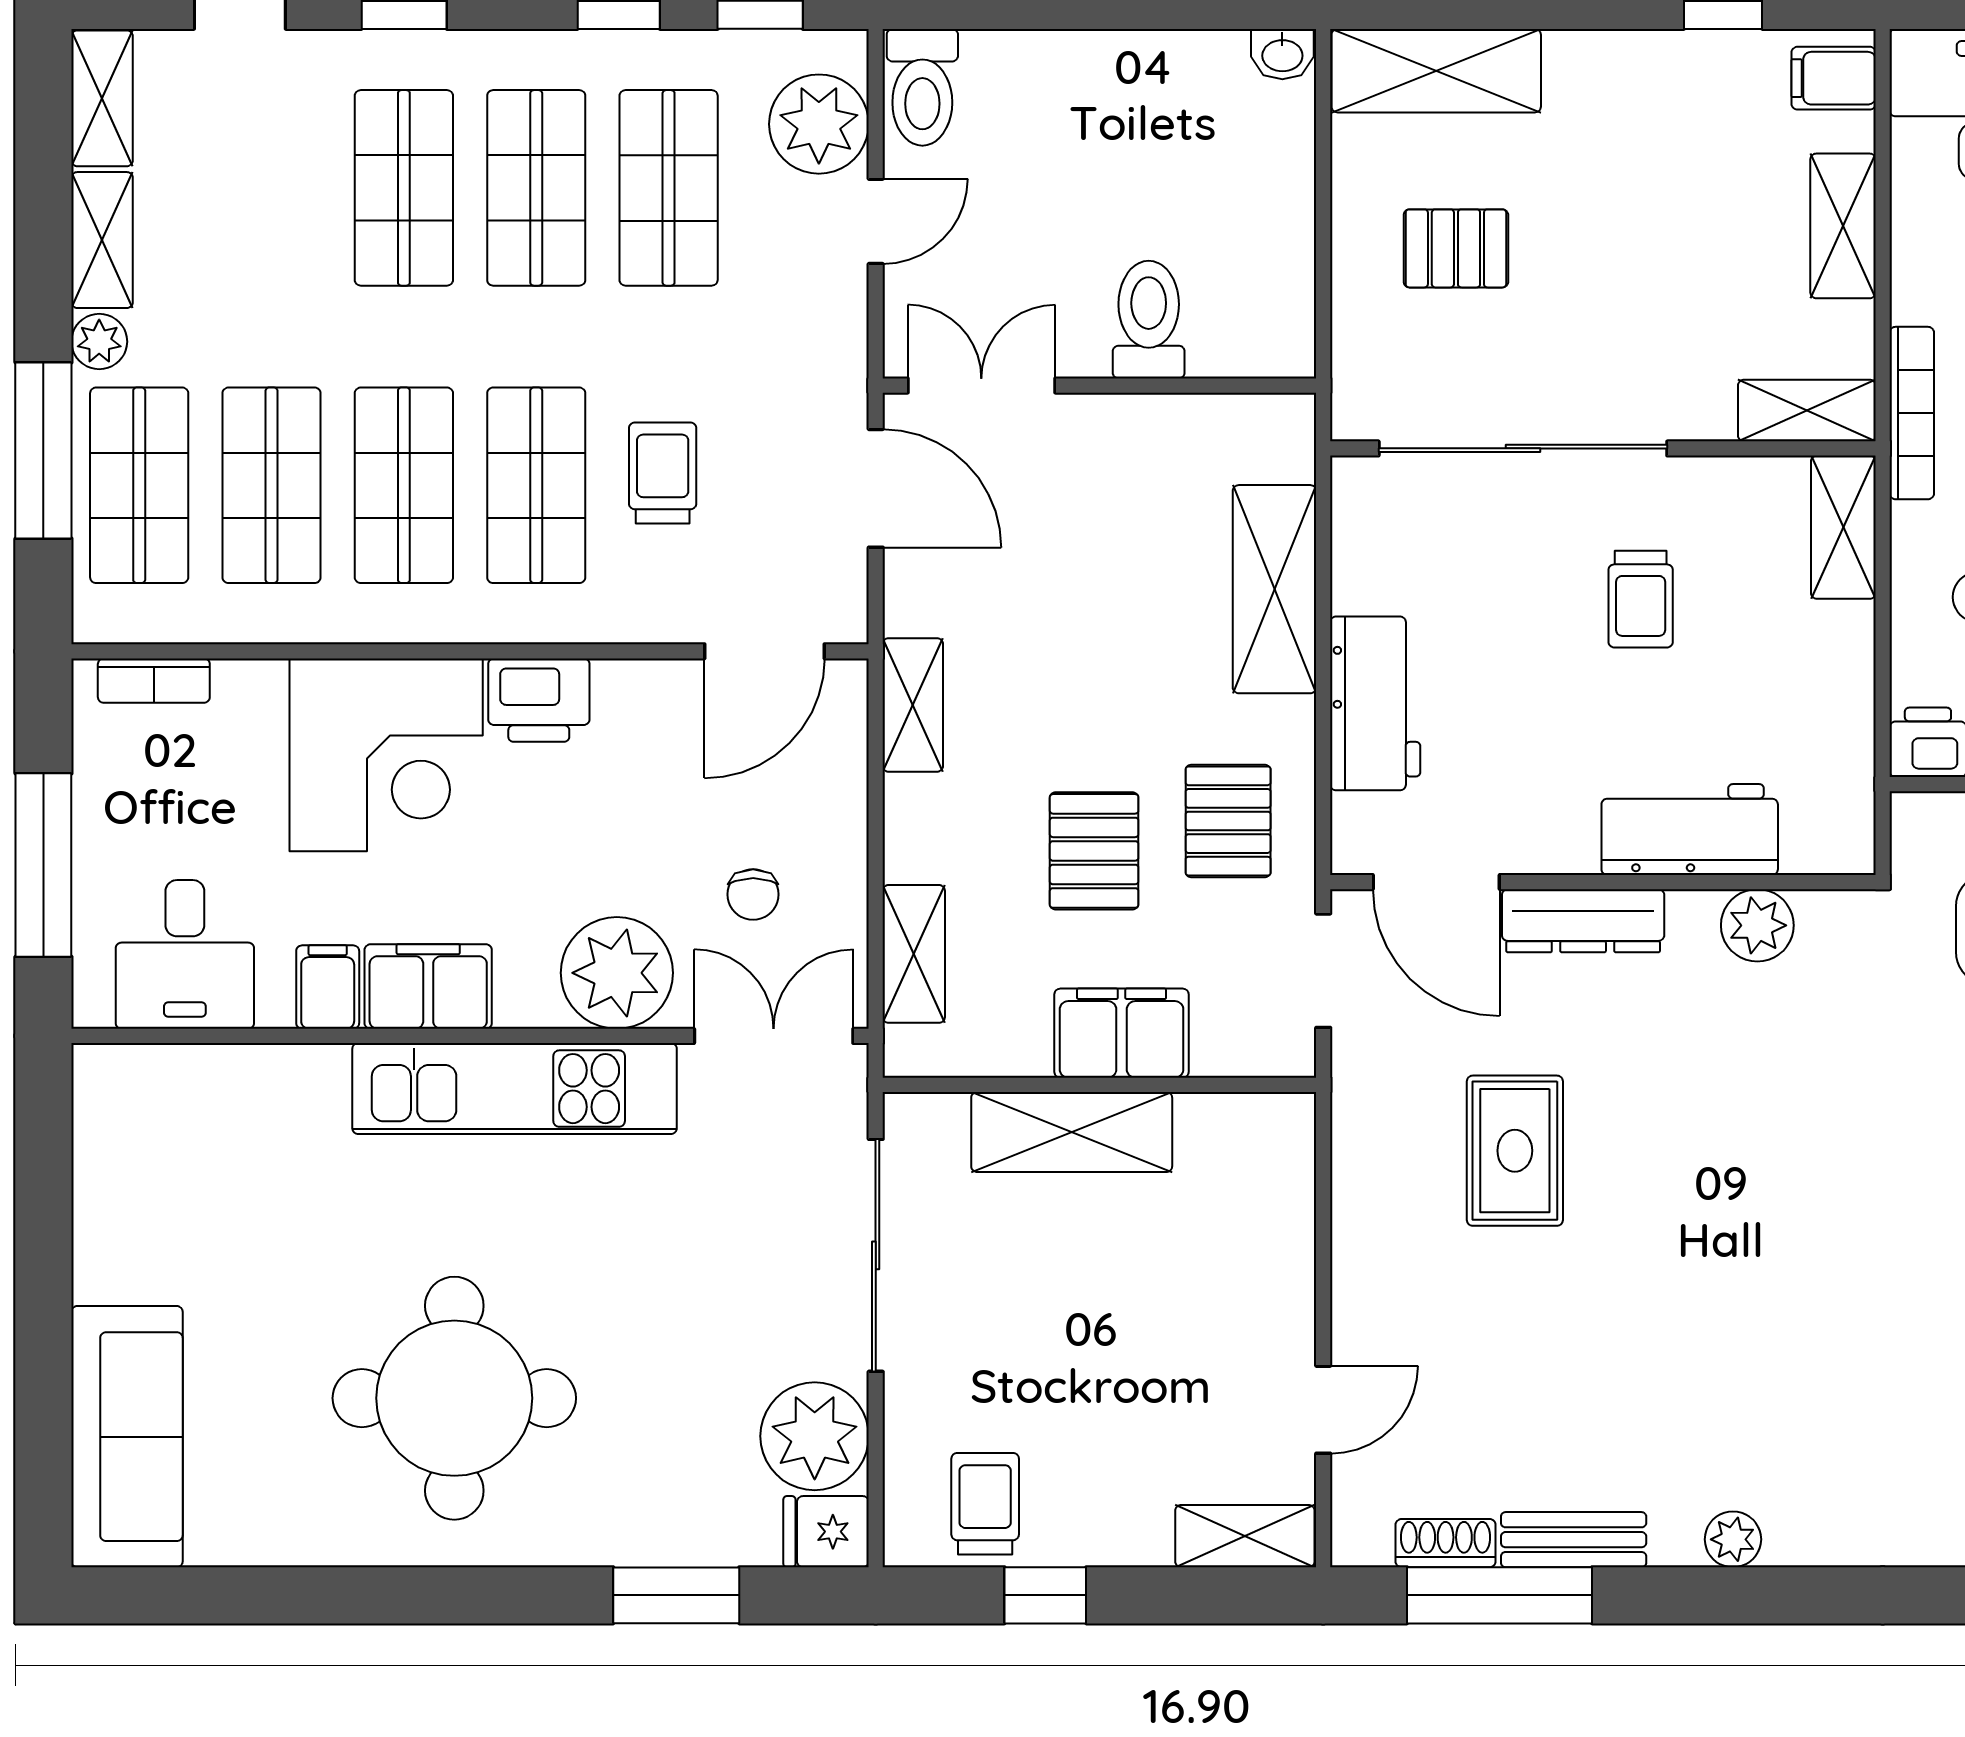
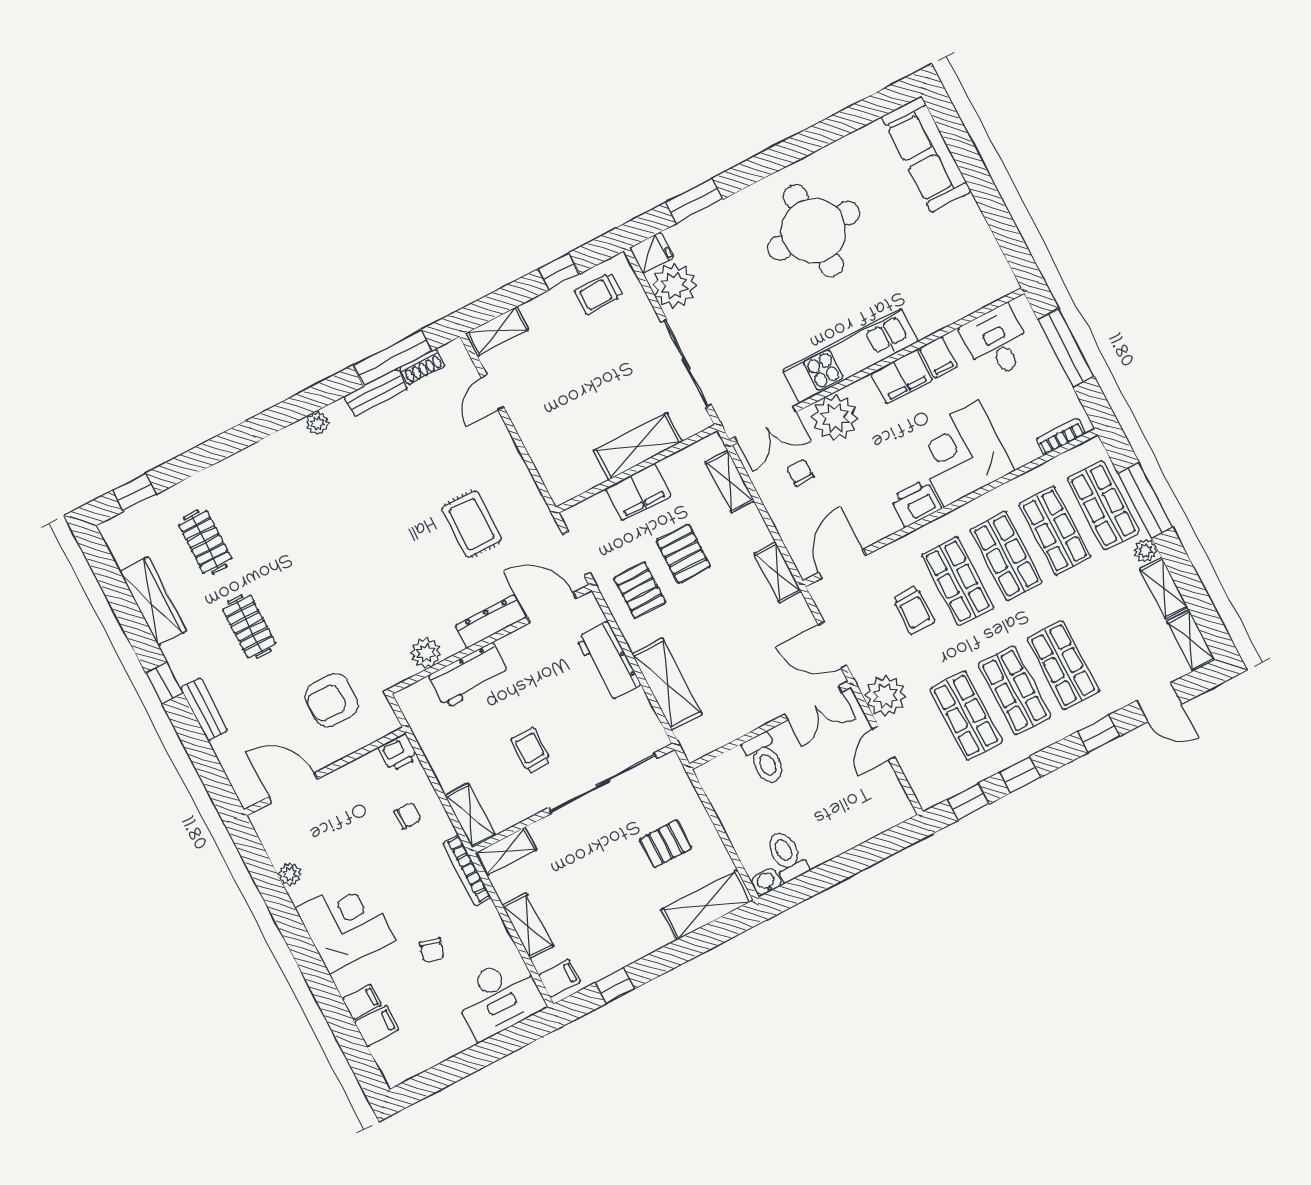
toilet: (922, 87) -> (787, 856), moved
plant: (819, 124) -> (886, 696), moved
trolley: (985, 1504) -> (599, 293), turned 90

